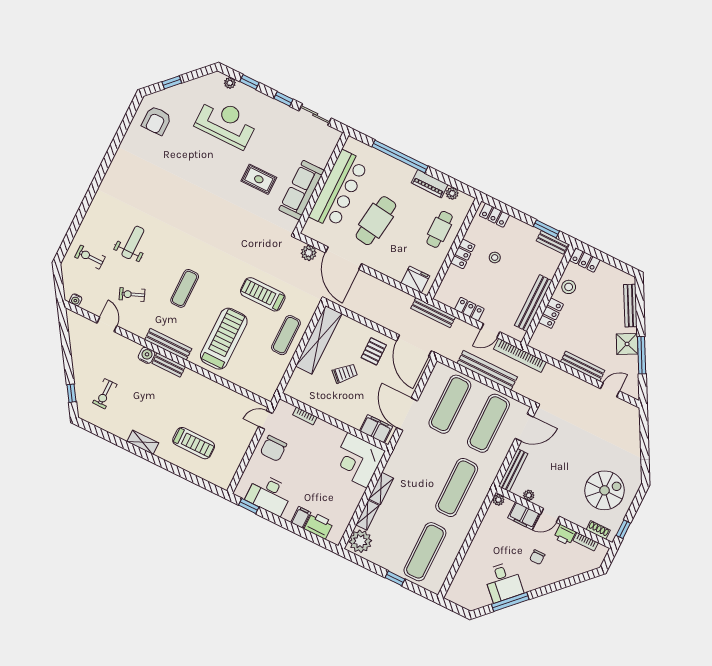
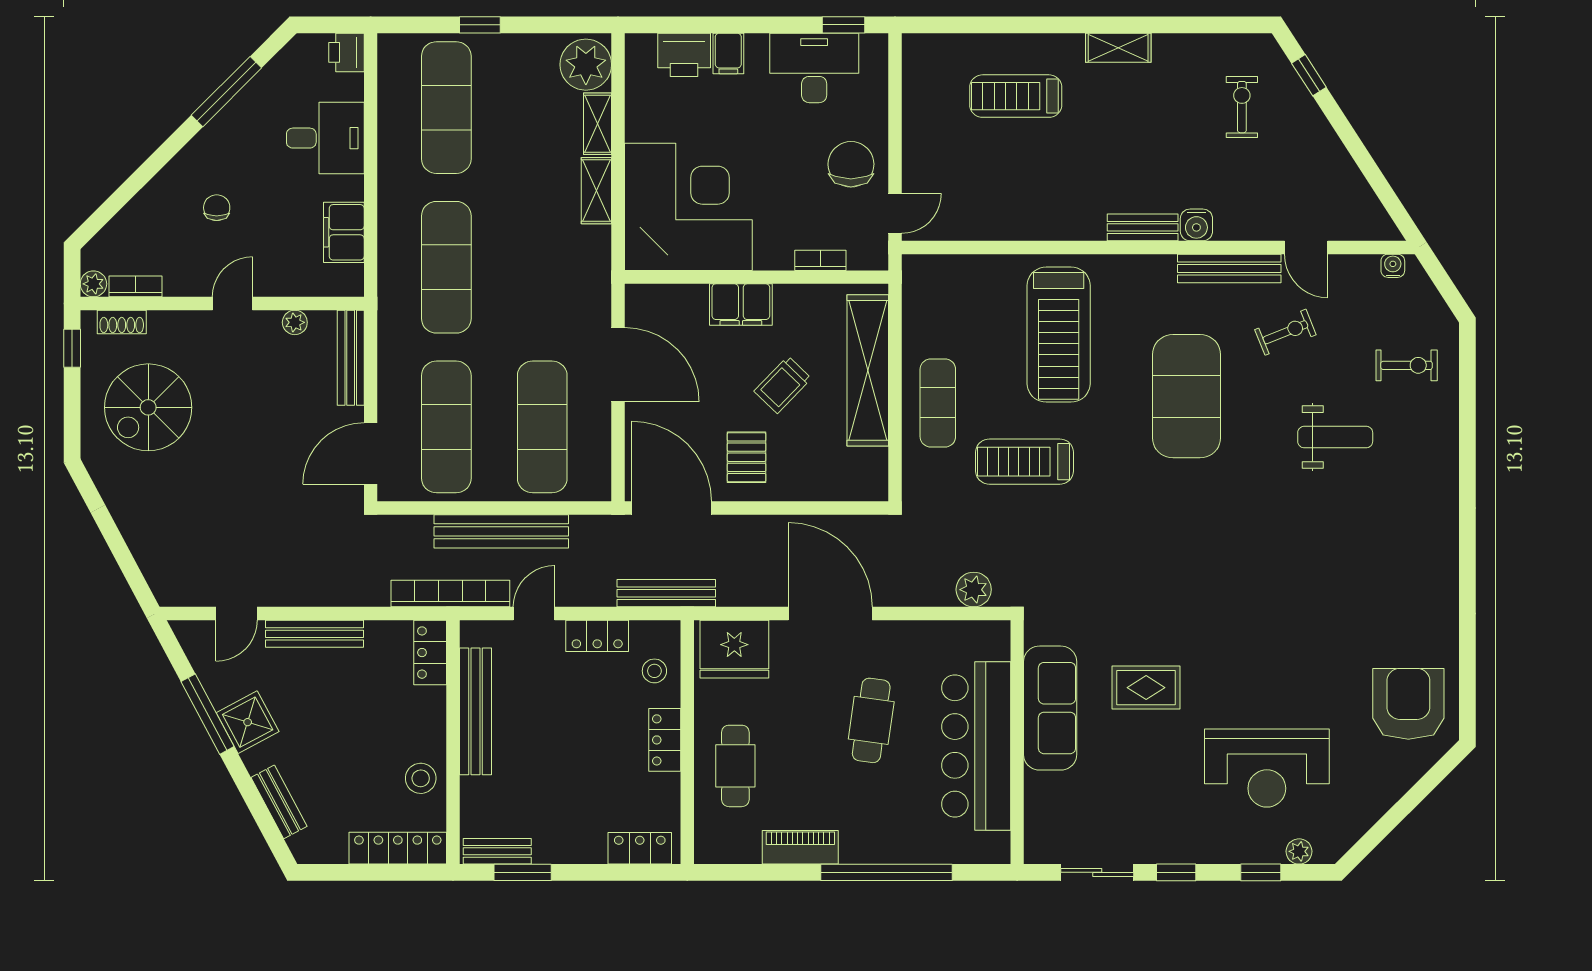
window: (172, 82) -> (1415, 795), removed
armchair: (157, 121) -> (1408, 704), width x1.36, depth x1.36
plant: (452, 193) -> (746, 850), removed
cafe table: (376, 221) -> (871, 720), width x0.73, depth x0.74
weight bench: (133, 242) -> (1335, 437), turned -90
stool: (495, 257) -> (654, 671), moved
door: (343, 258) -> (830, 614), moved
locker: (585, 260) -> (398, 848), width x1.53
fridge: (415, 280) -> (734, 649), width x1.36, depth x1.34
exercise mat: (185, 288) -> (1187, 396), width x2.00, depth x1.45
treadmill: (263, 294) -> (1025, 462), turned 180
bench: (630, 306) -> (279, 802), width x0.73
locker: (551, 313) -> (430, 653), moved
shelving: (319, 340) -> (868, 370), moved
bench: (168, 344) -> (1229, 268), moved
filing cabinet: (376, 429) -> (741, 305), moved
corner desk: (357, 460) -> (688, 207), width x1.36, depth x1.36
plant: (498, 500) -> (93, 284), moved
filing cabinet: (524, 516) -> (344, 232), moved, turned -90
printer: (565, 535) -> (346, 52), moved, turned -90
desk: (503, 582) -> (325, 138), moved, turned 135

